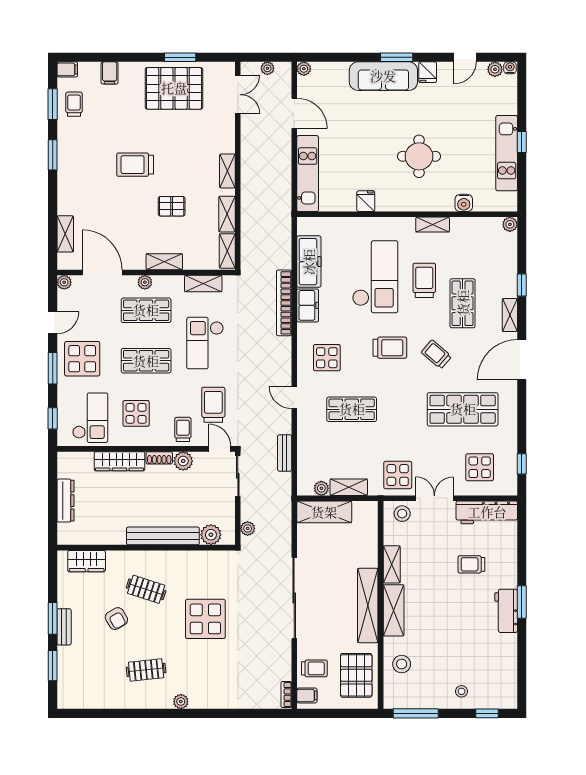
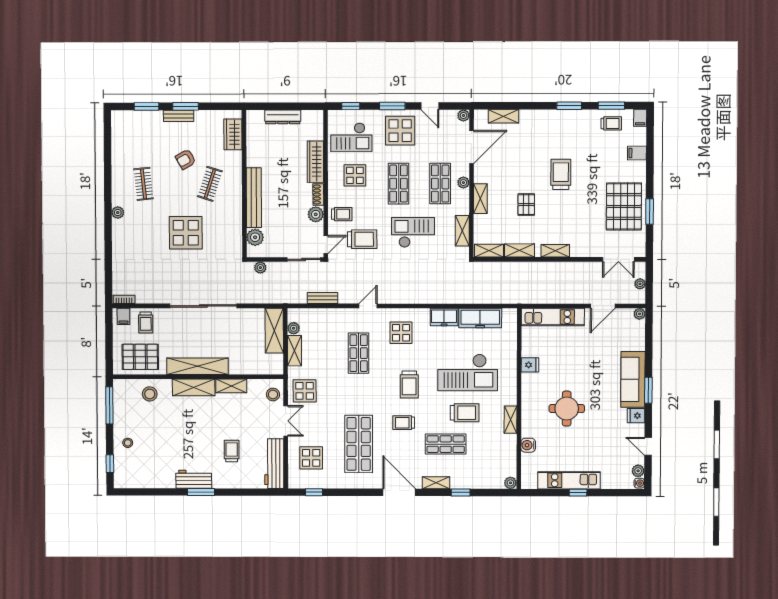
bookcase: (284, 303) -> (446, 298), removed
trolley: (436, 354) -> (404, 423), turned -131

